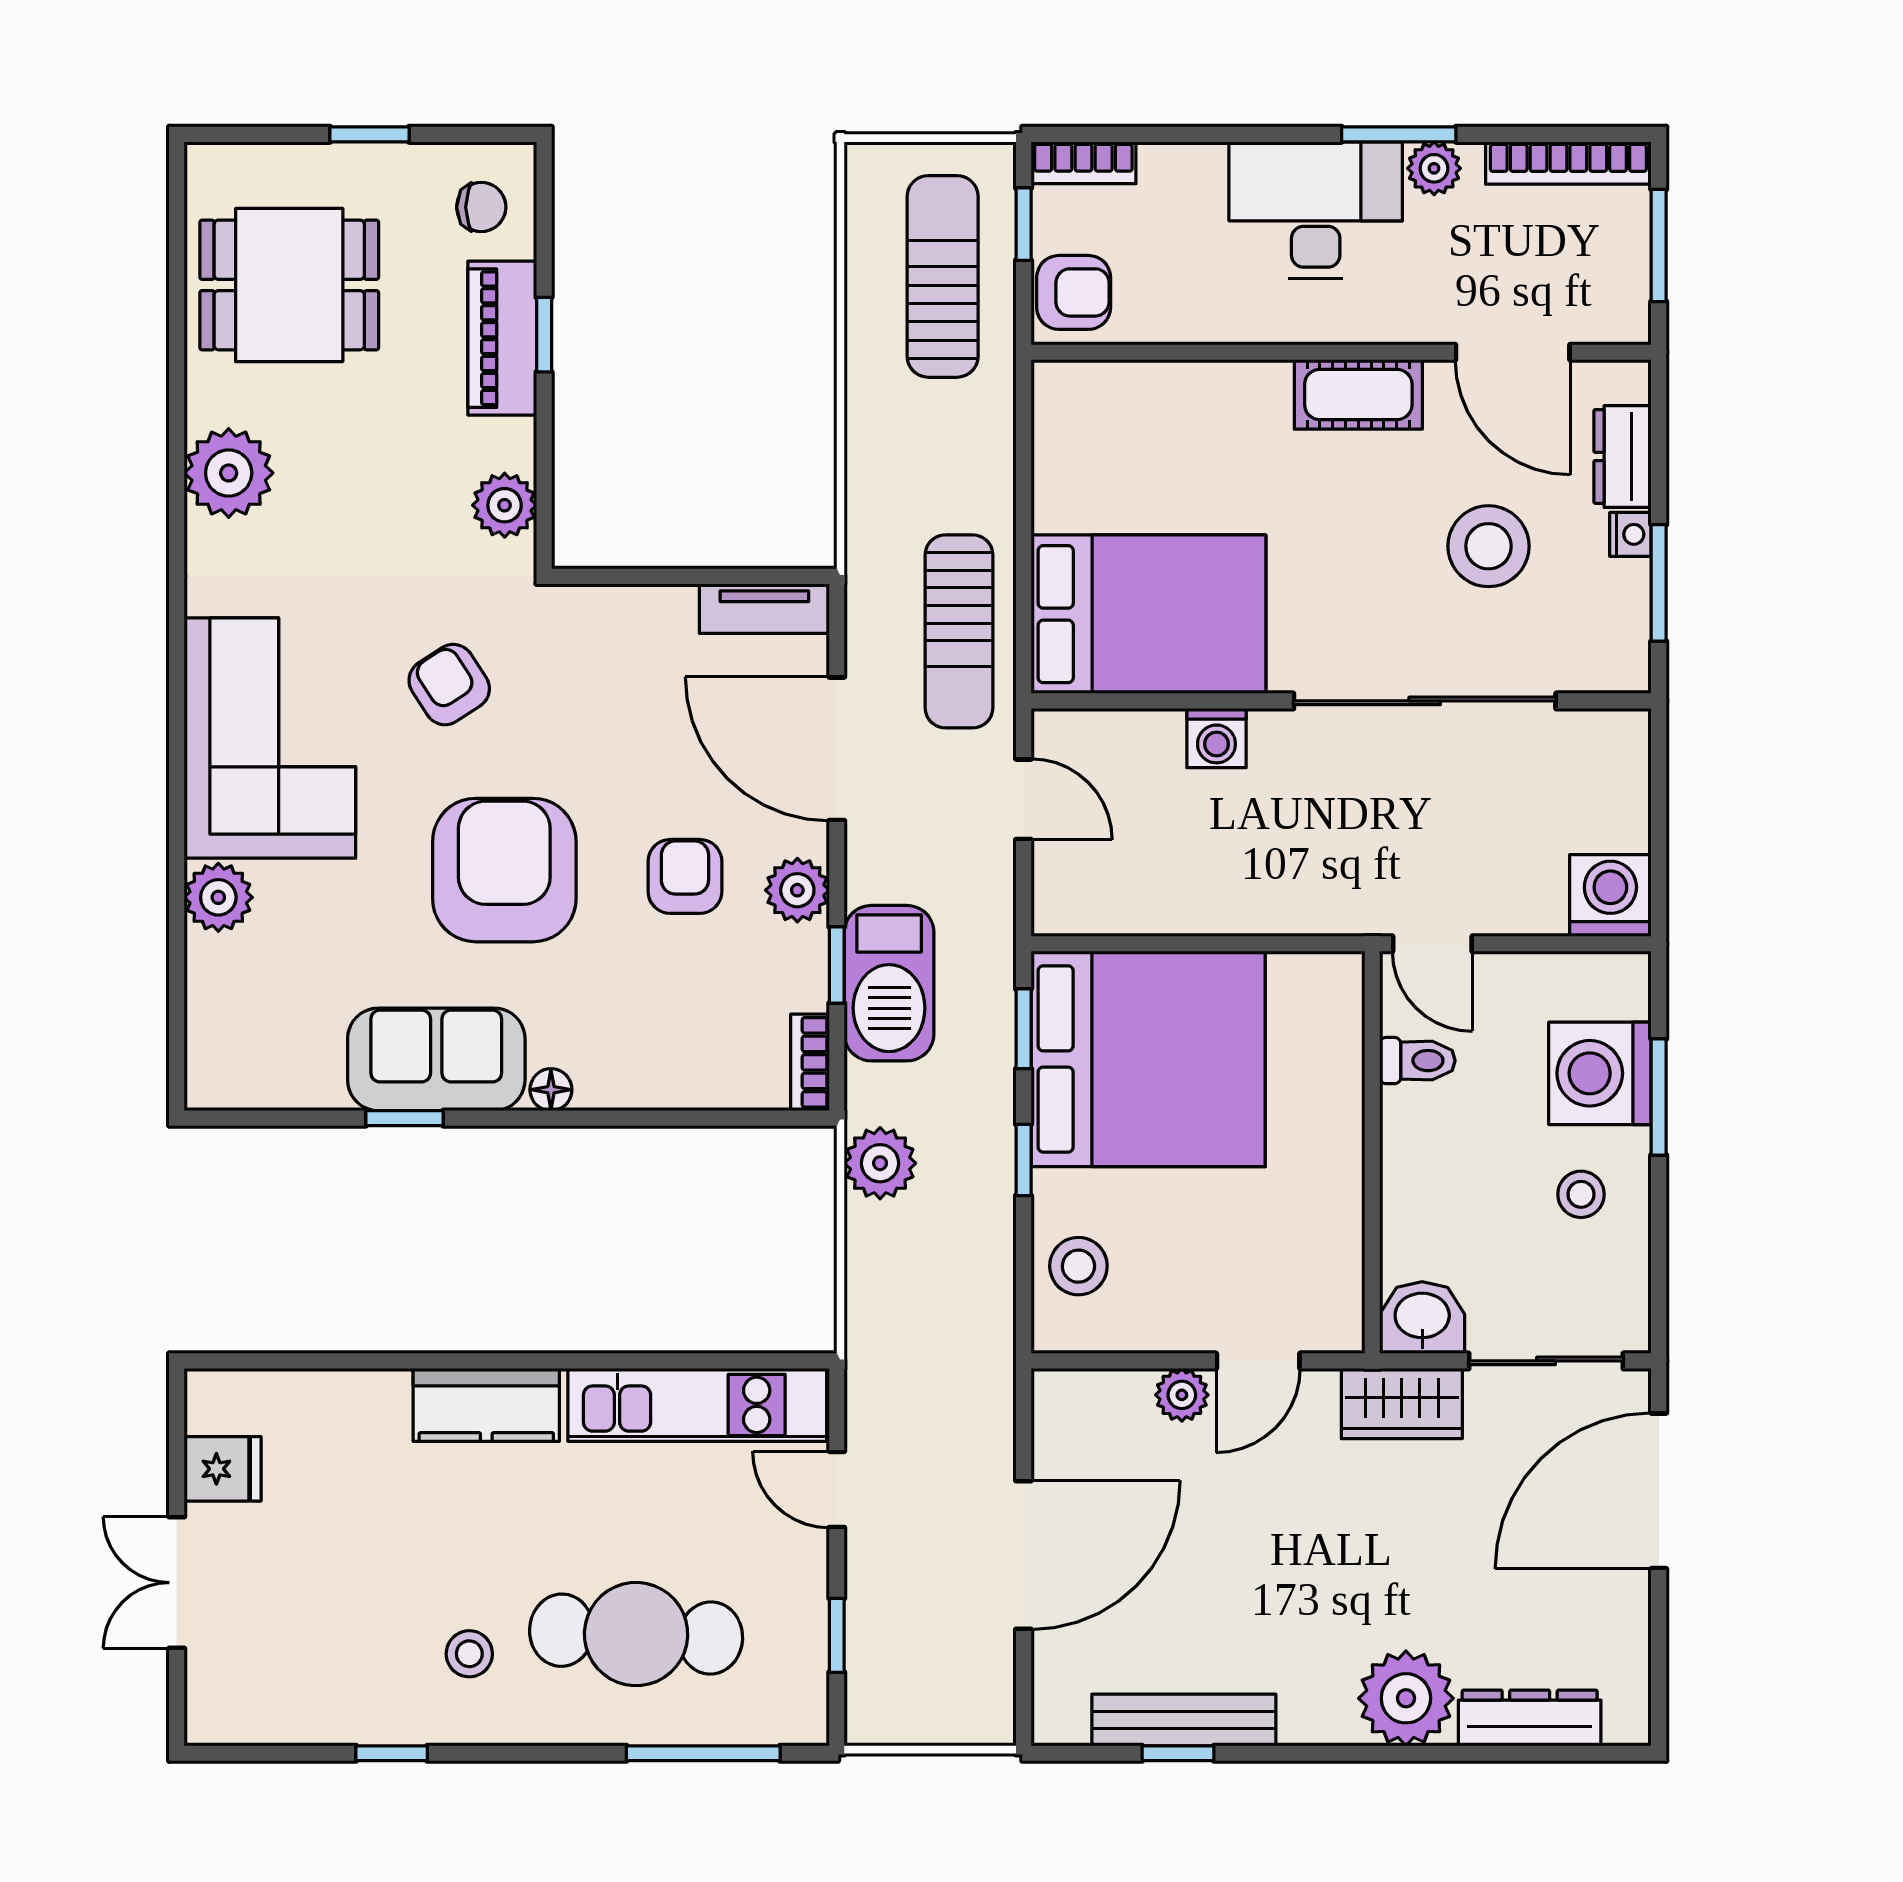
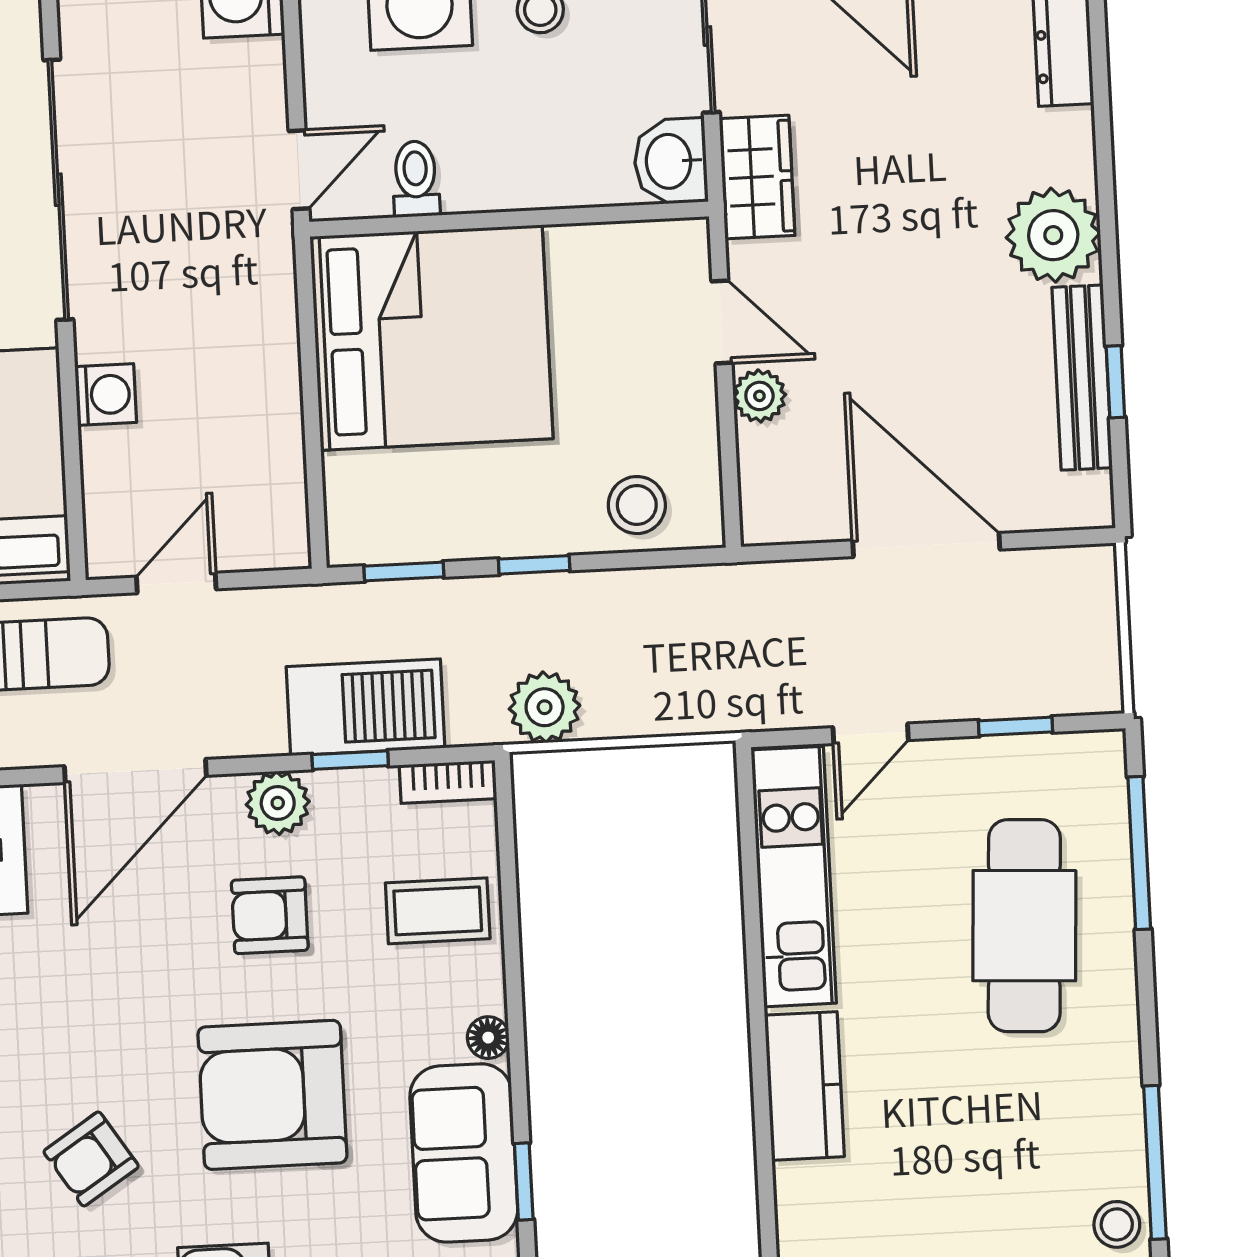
coffee table: (681, 1045) -> (438, 911), added
bed: (1148, 1059) -> (431, 338), moved, turned 90
stool: (469, 1654) -> (1117, 1224), moved
plant: (1406, 1698) -> (1053, 235), moved
window: (392, 1753) -> (1155, 1162), width x2.17

